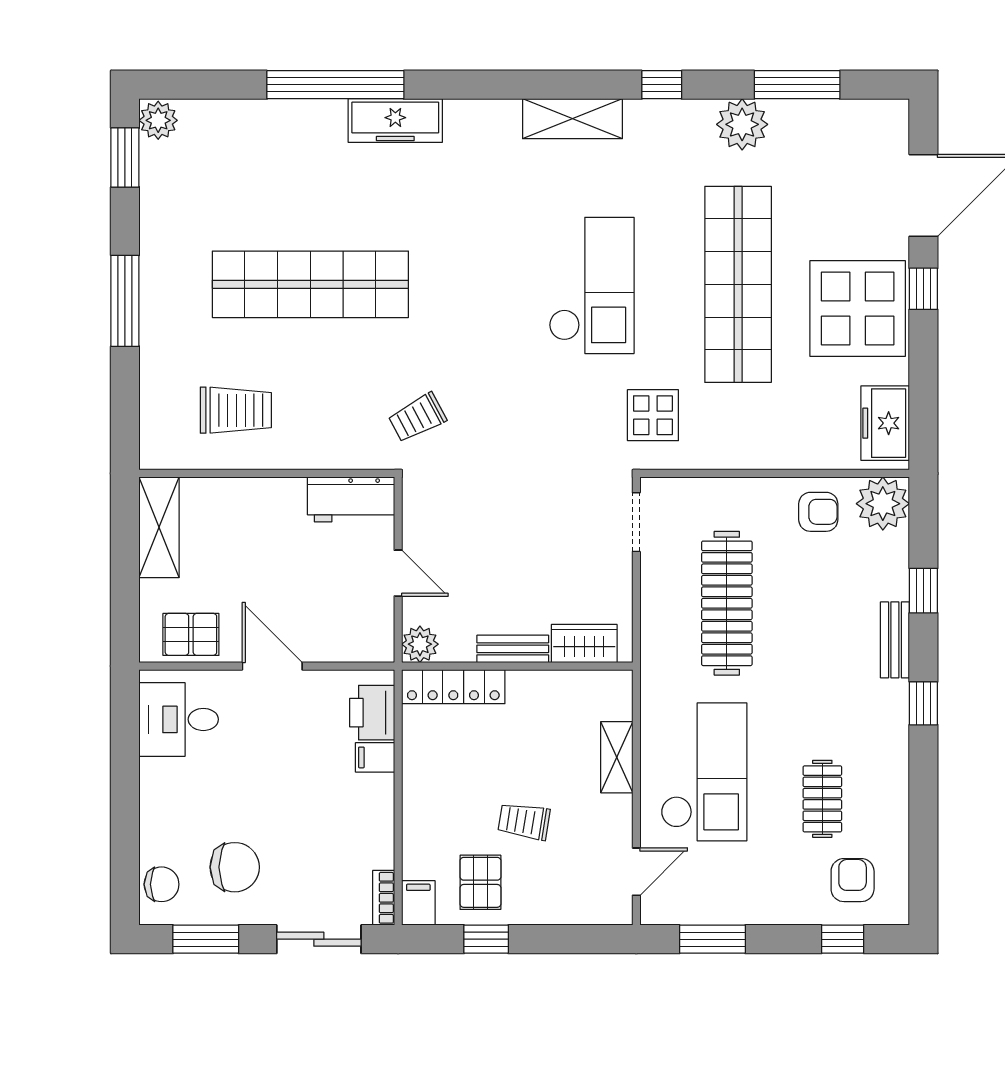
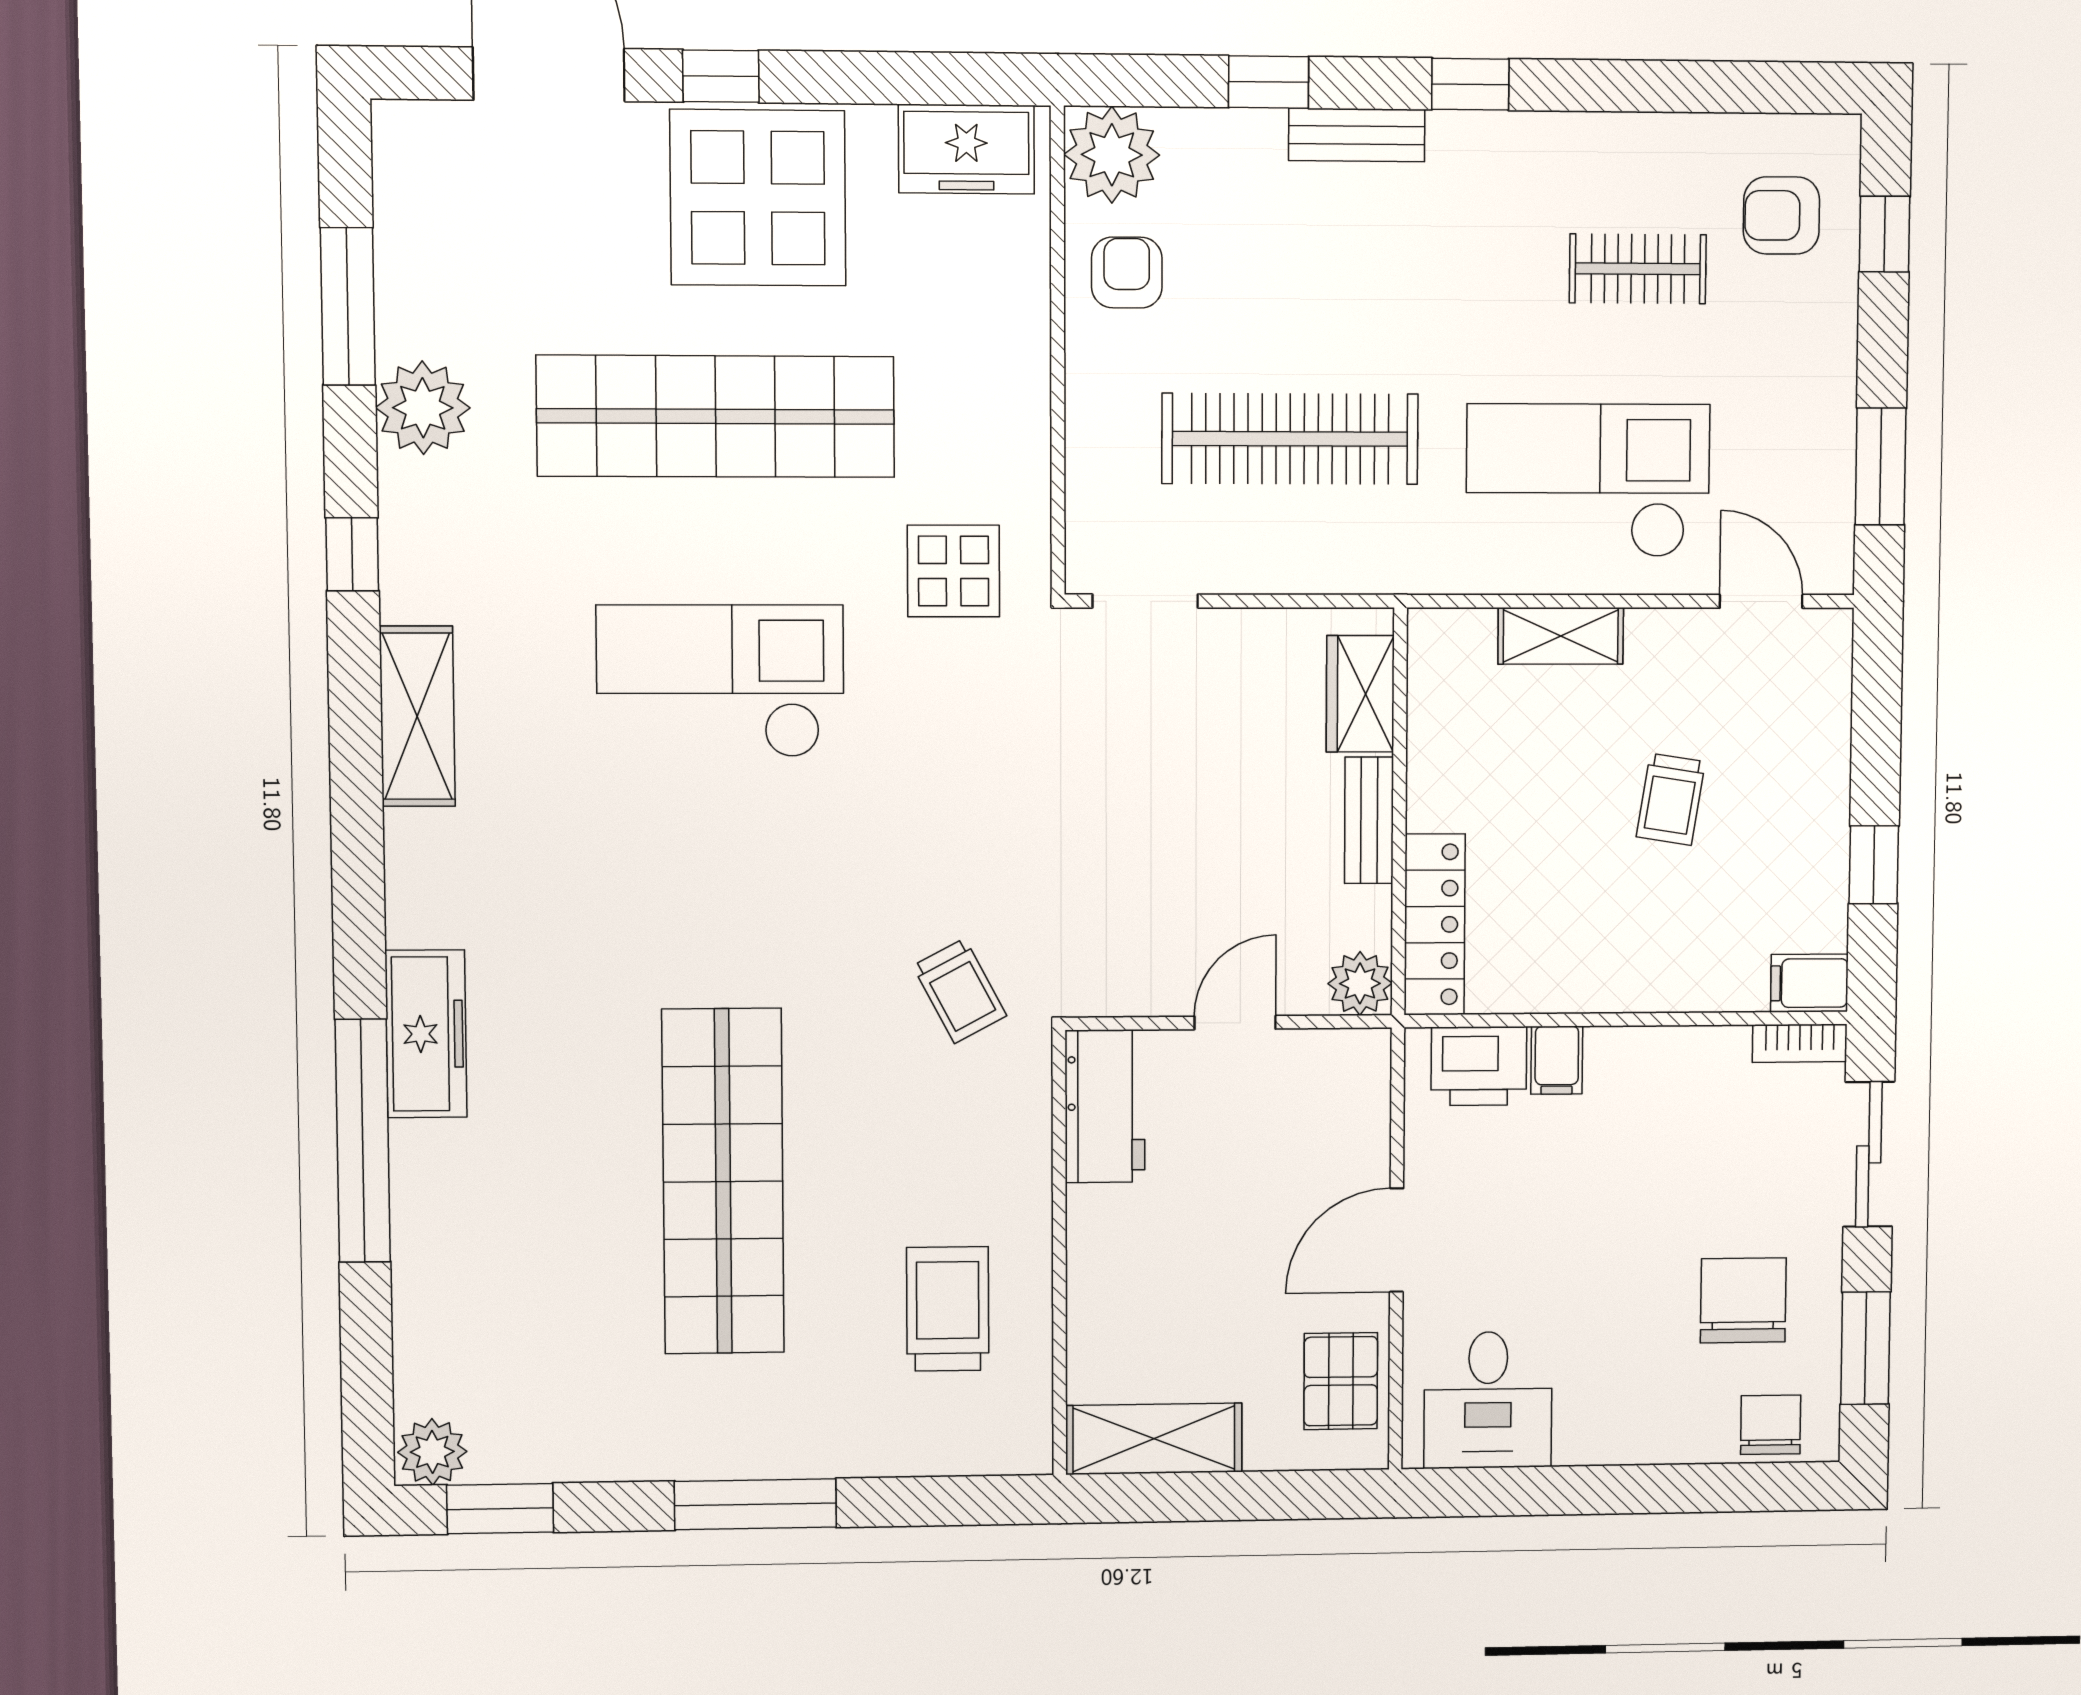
pallet: (480, 882) -> (1775, 875), removed

